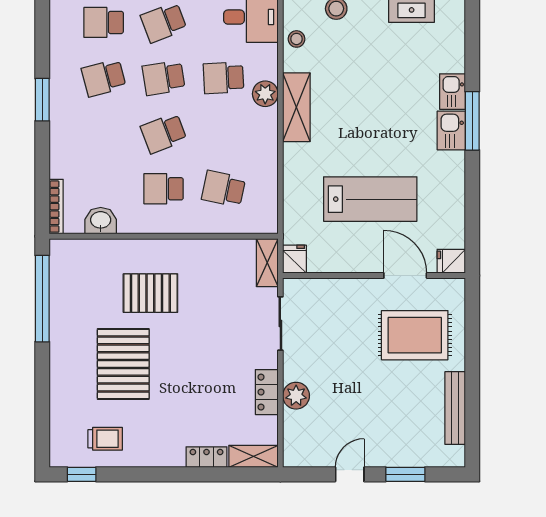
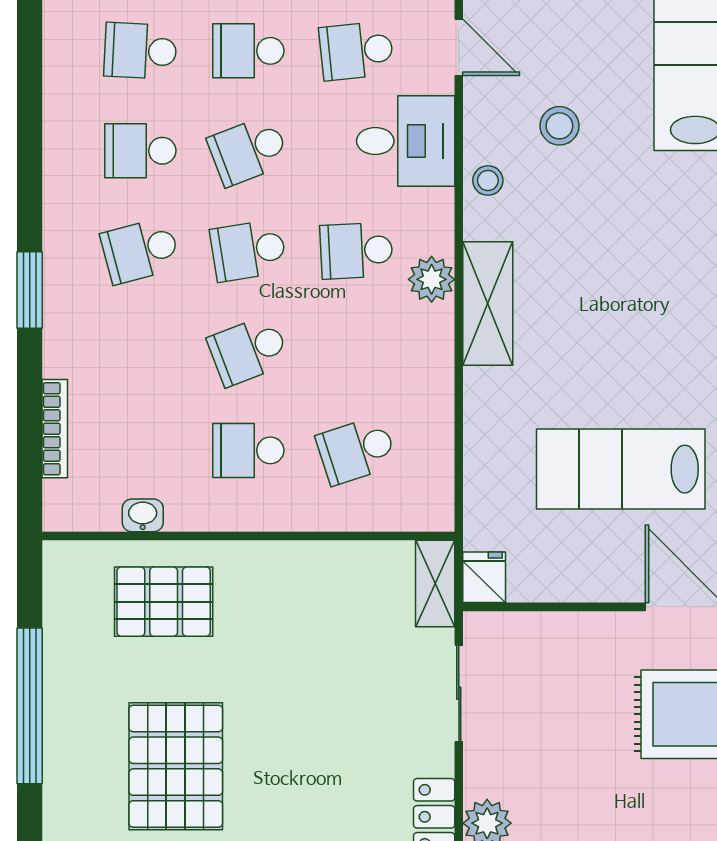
school desk: (224, 189) -> (356, 450), turned -30
lab bench: (370, 199) -> (621, 469), turned 180
bookcase: (56, 207) -> (55, 429), moved
washbasin: (101, 221) -> (143, 515), width x0.72, depth x0.69
pallet: (150, 293) -> (164, 602), moved
window: (42, 299) -> (30, 706), moved

